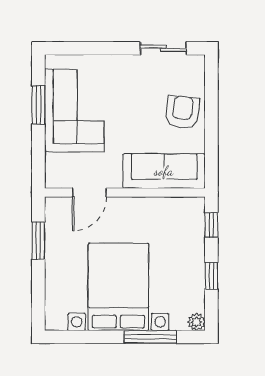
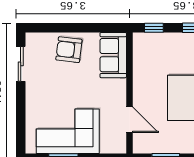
sofa: (164, 171) -> (113, 55), width x0.73

